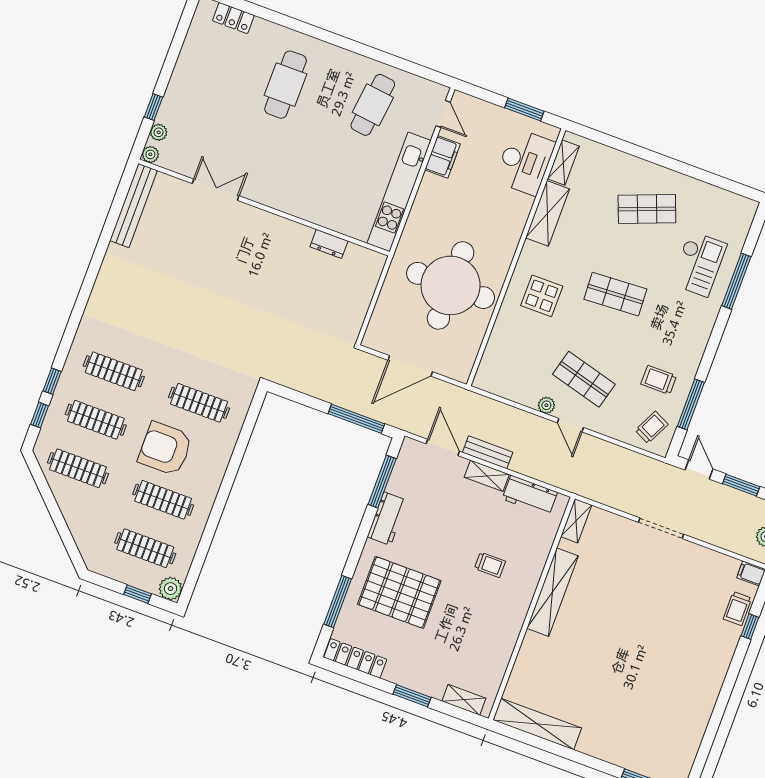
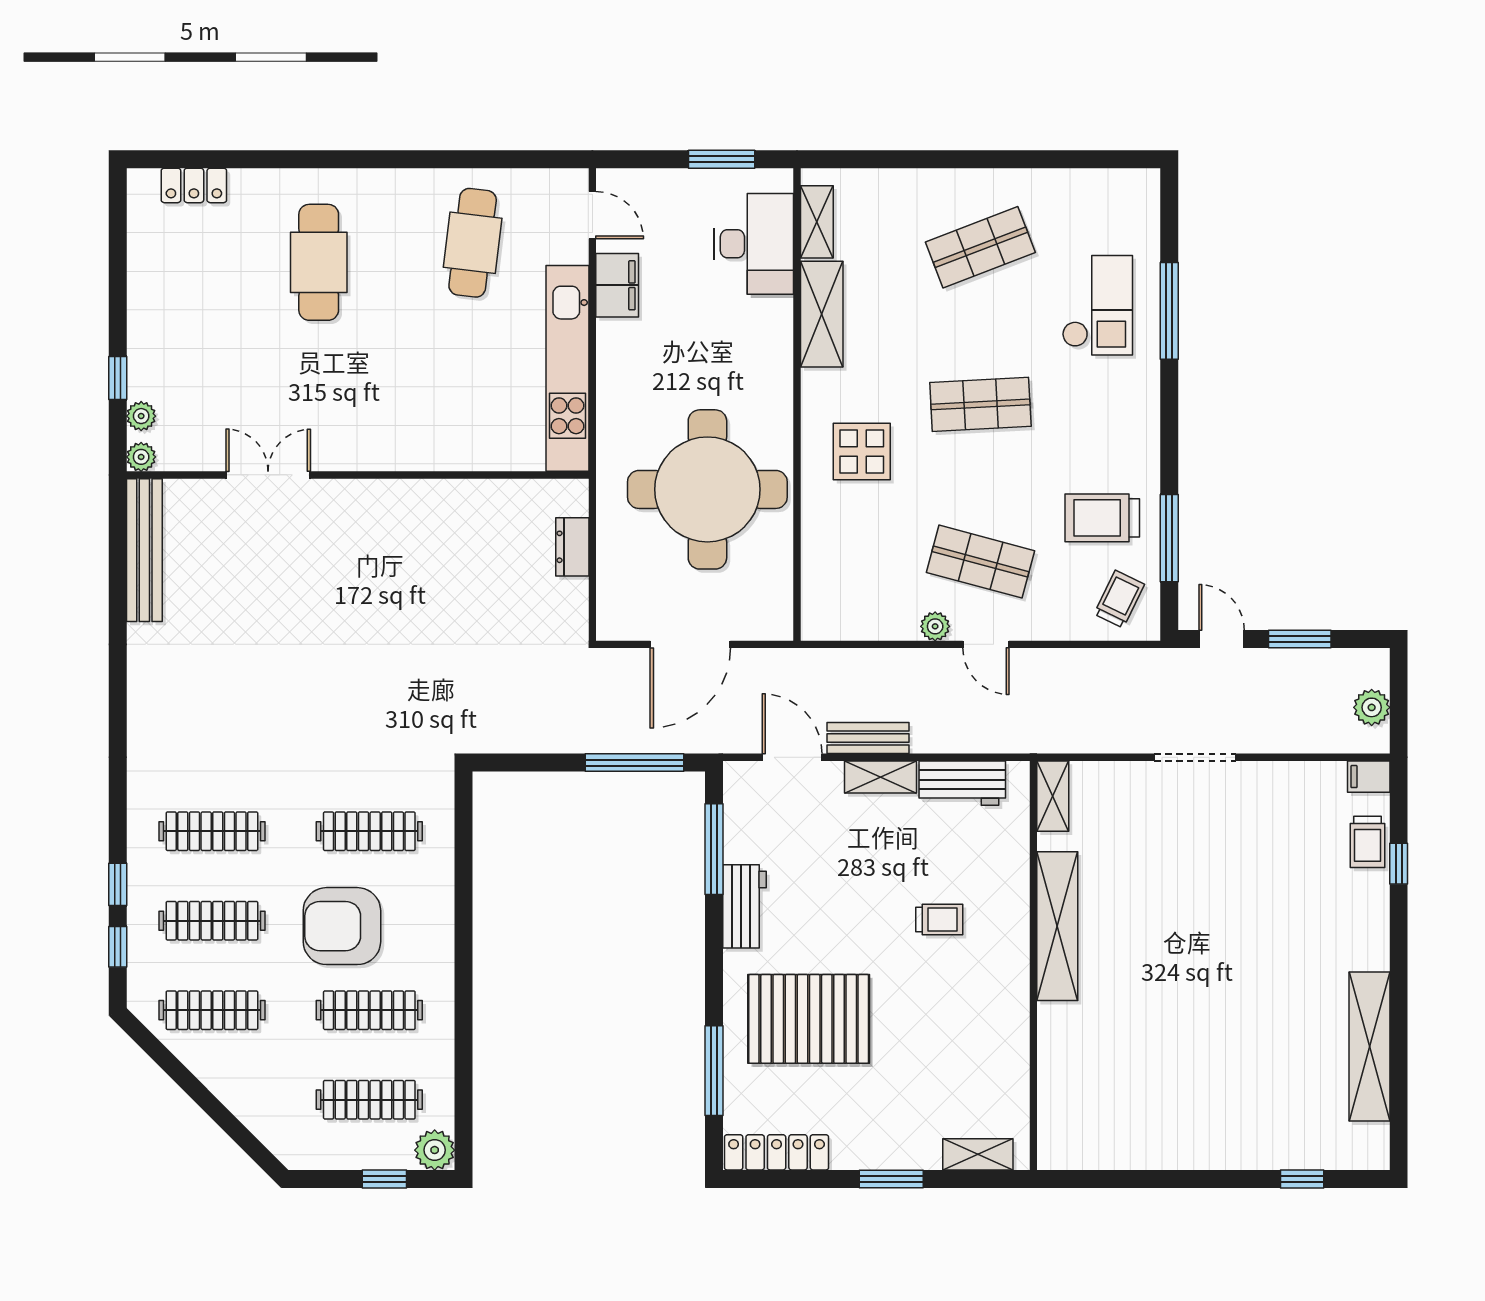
dresser: (329, 244) -> (572, 547), moved, turned 90
trolley: (659, 380) -> (1102, 518), width x1.36, depth x1.39
shelving: (537, 724) -> (1369, 1047), moved, turned 90

